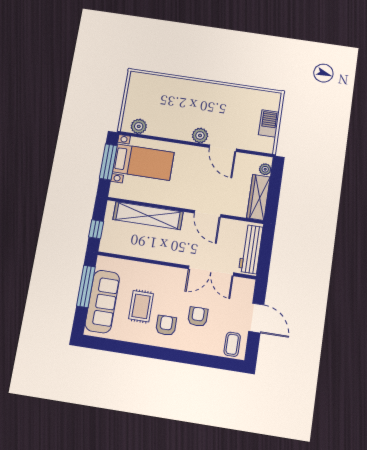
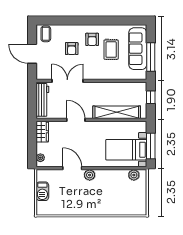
wardrobe: (258, 197) -> (42, 132), width x0.67

